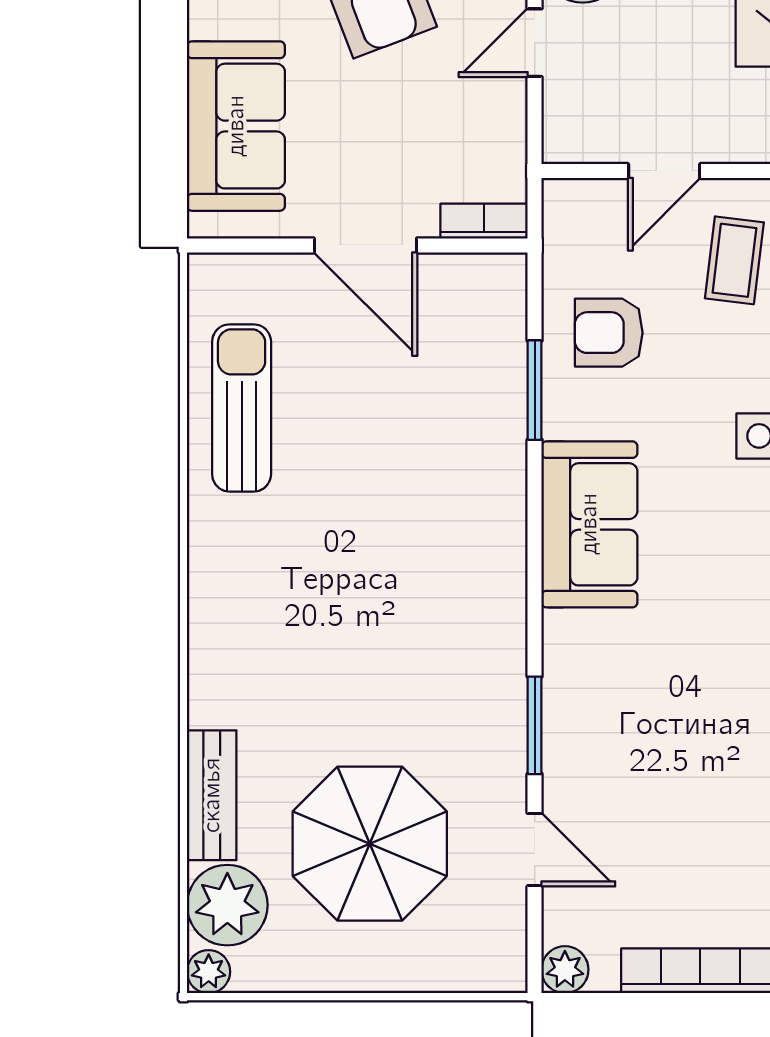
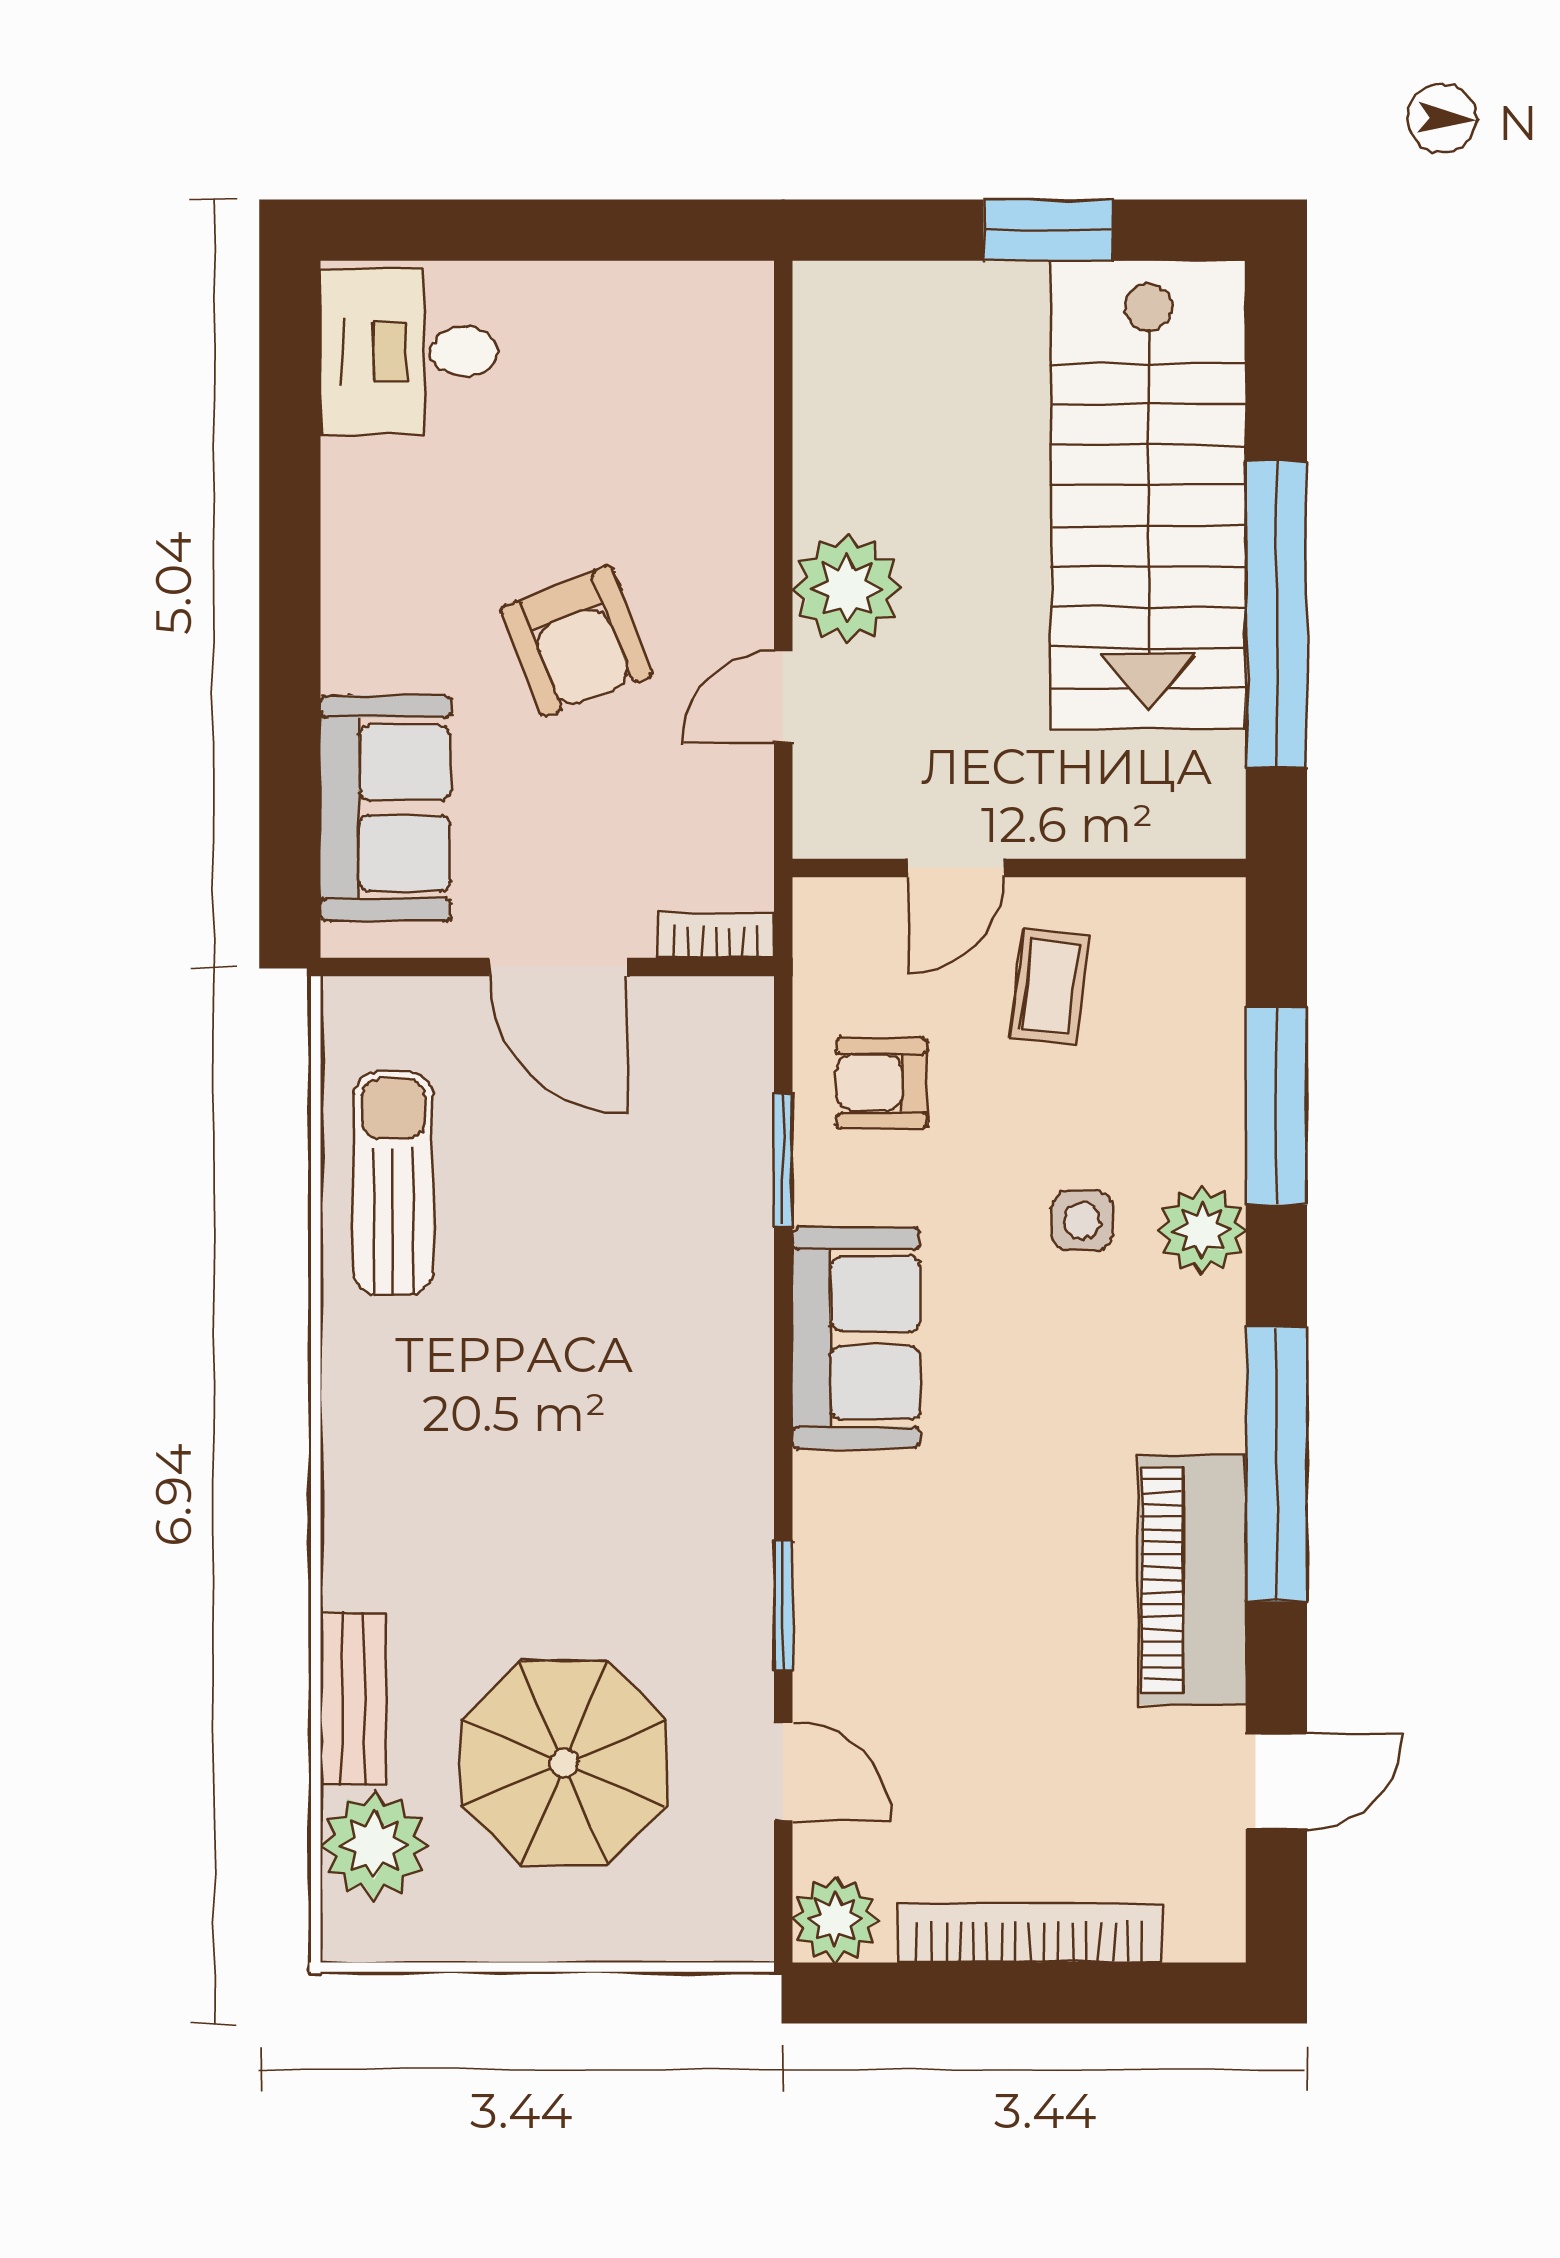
plant: (565, 970) -> (835, 1919), width x1.38, depth x1.38
plant: (209, 972) -> (349, 1934), removed

